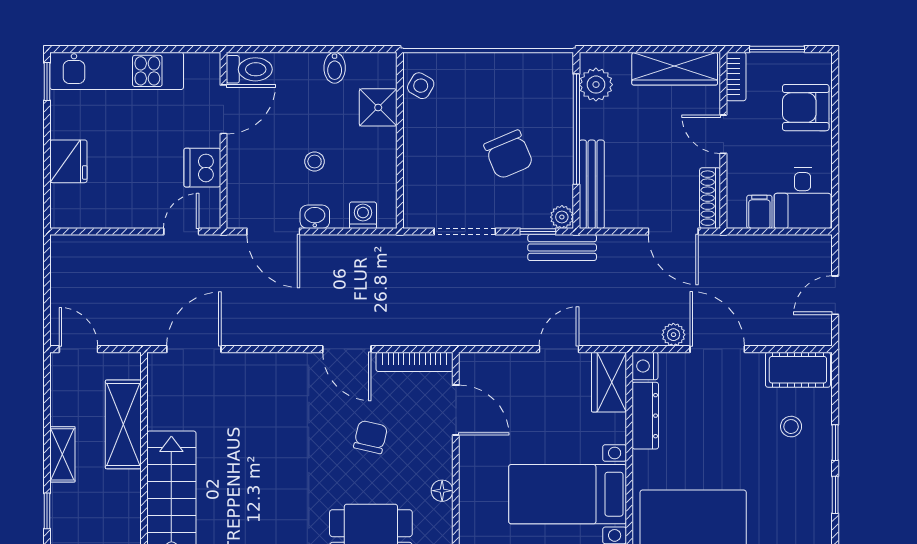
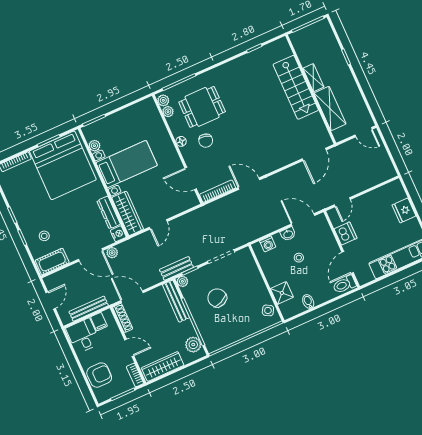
bench: (768, 246) -> (89, 309), added
wardrobe: (609, 382) -> (128, 213), width x1.50
chair: (371, 437) -> (206, 141), moved
shelving: (62, 454) -> (313, 78), moved

